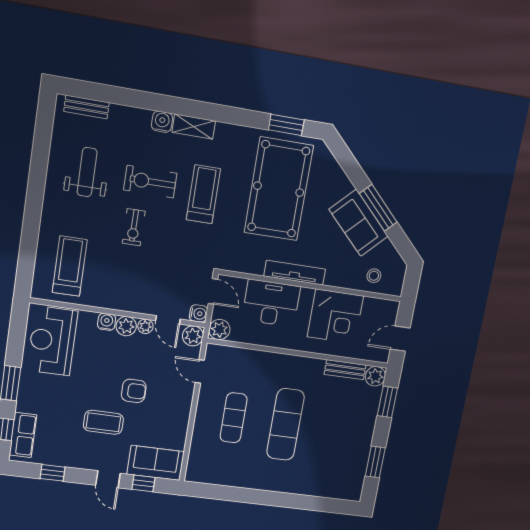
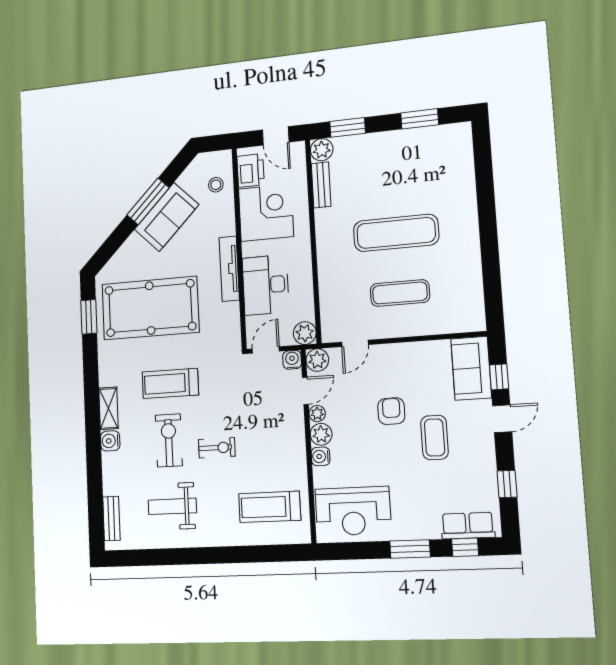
exercise bike: (150, 182) -> (169, 440), turned 180
printer: (377, 310) -> (250, 170), added

